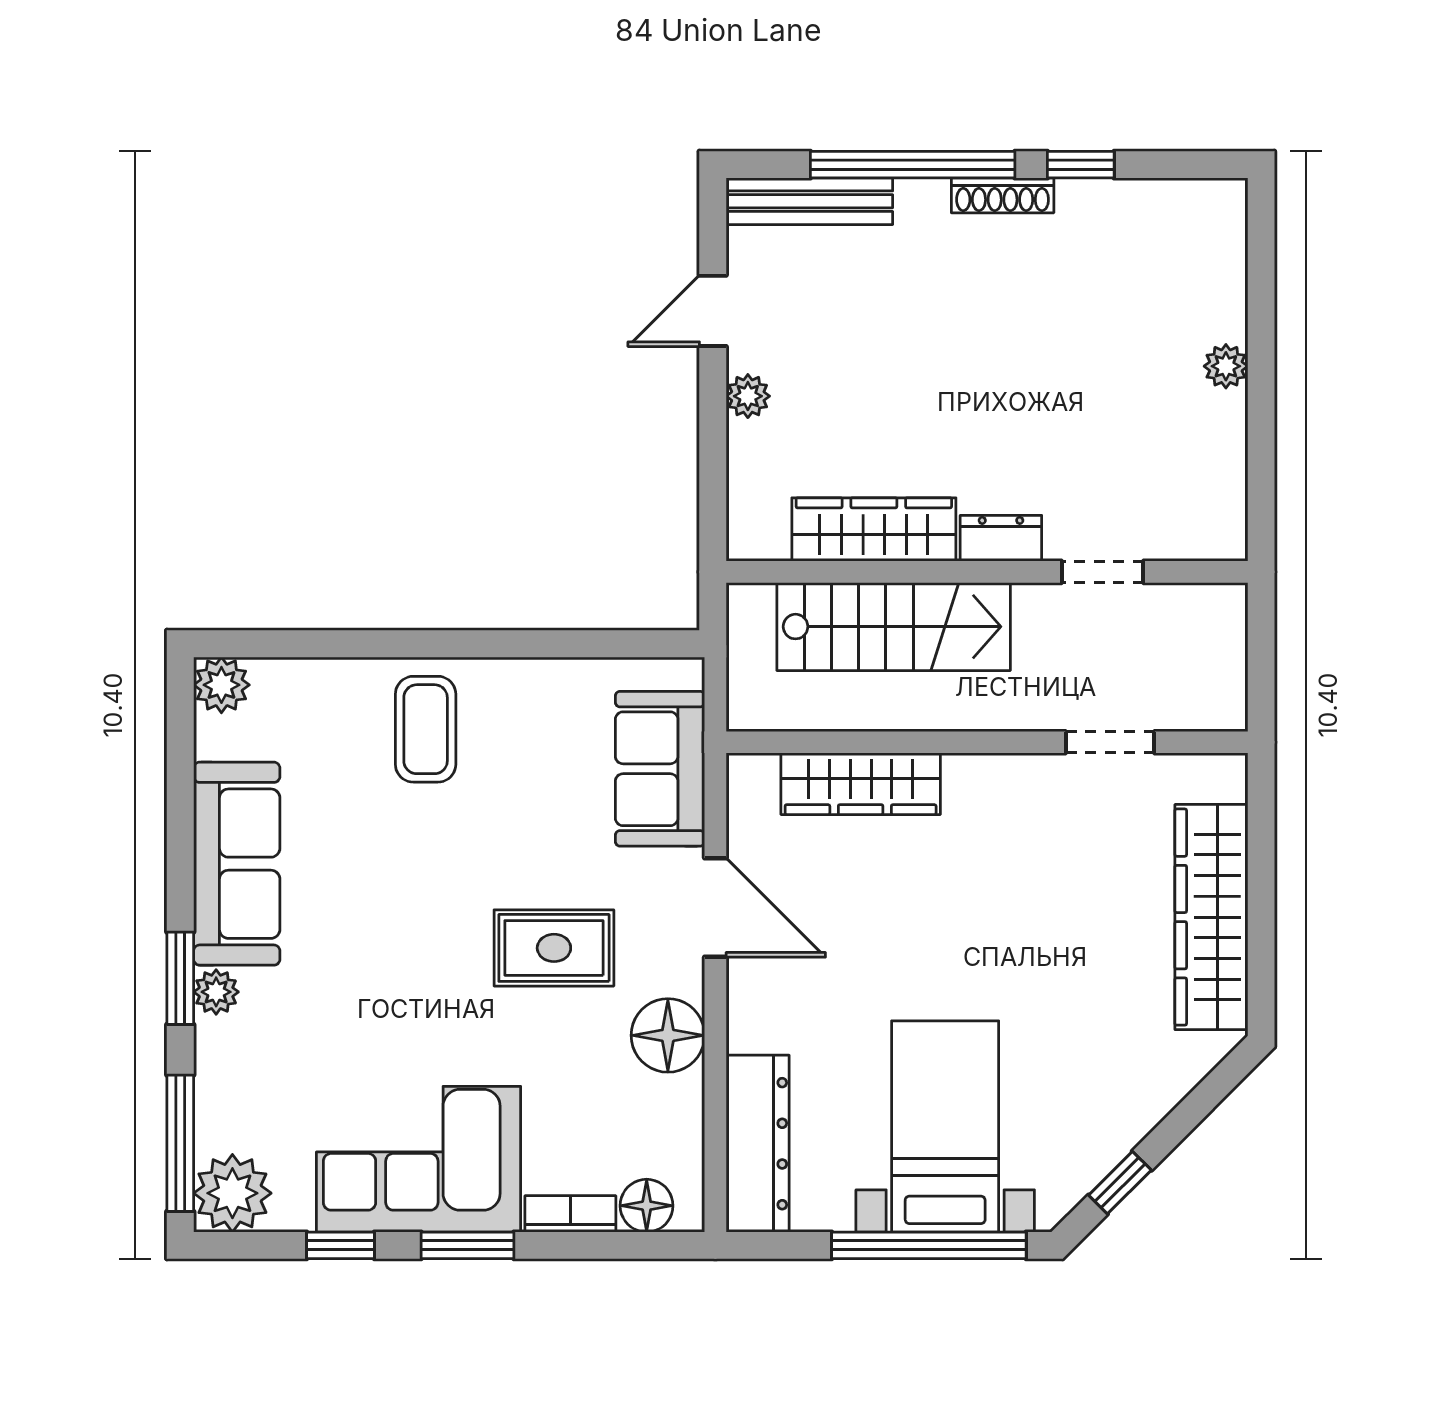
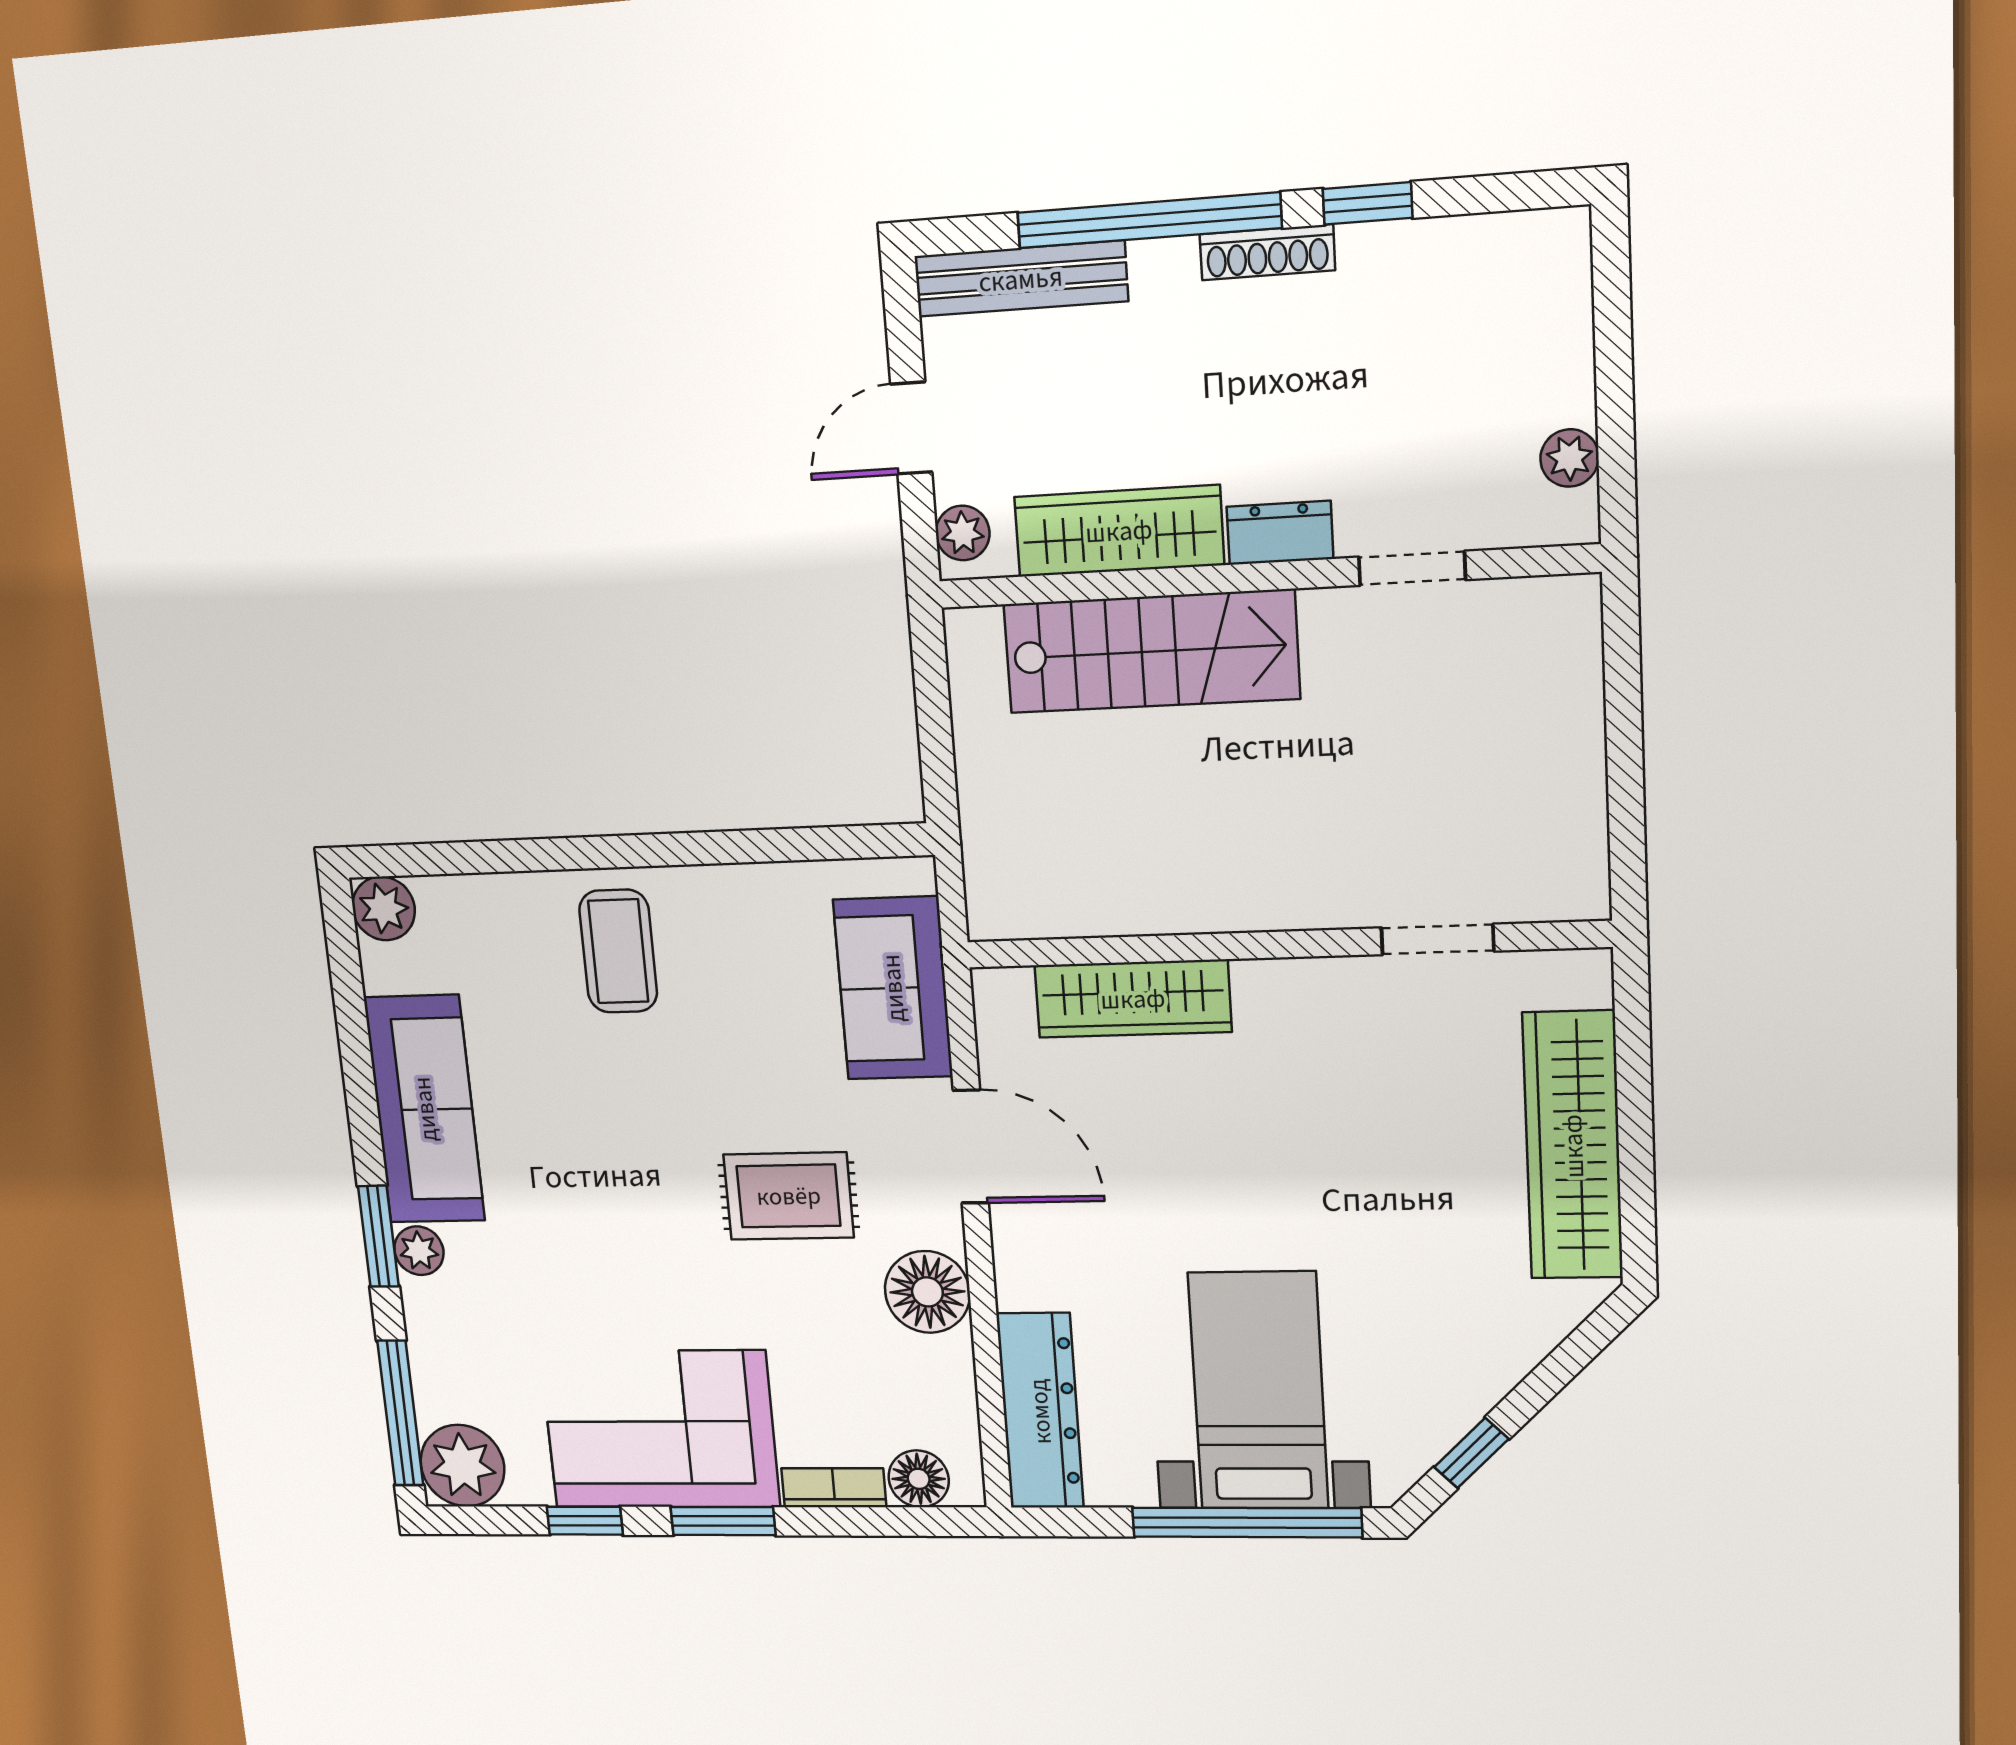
wardrobe: (874, 530) -> (1119, 531), moved
dresser: (1001, 538) -> (1280, 533), moved
wall: (987, 572) -> (1264, 577), moved
doorway: (1103, 572) -> (1412, 568), moved
stairs: (894, 627) -> (1151, 651), moved

